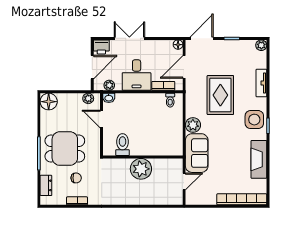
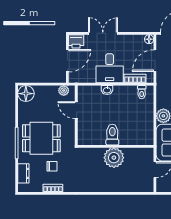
plant: (109, 85) -> (84, 78), removed
washbasin: (109, 98) -> (107, 90), moved
toilet: (123, 145) -> (112, 135), moved

